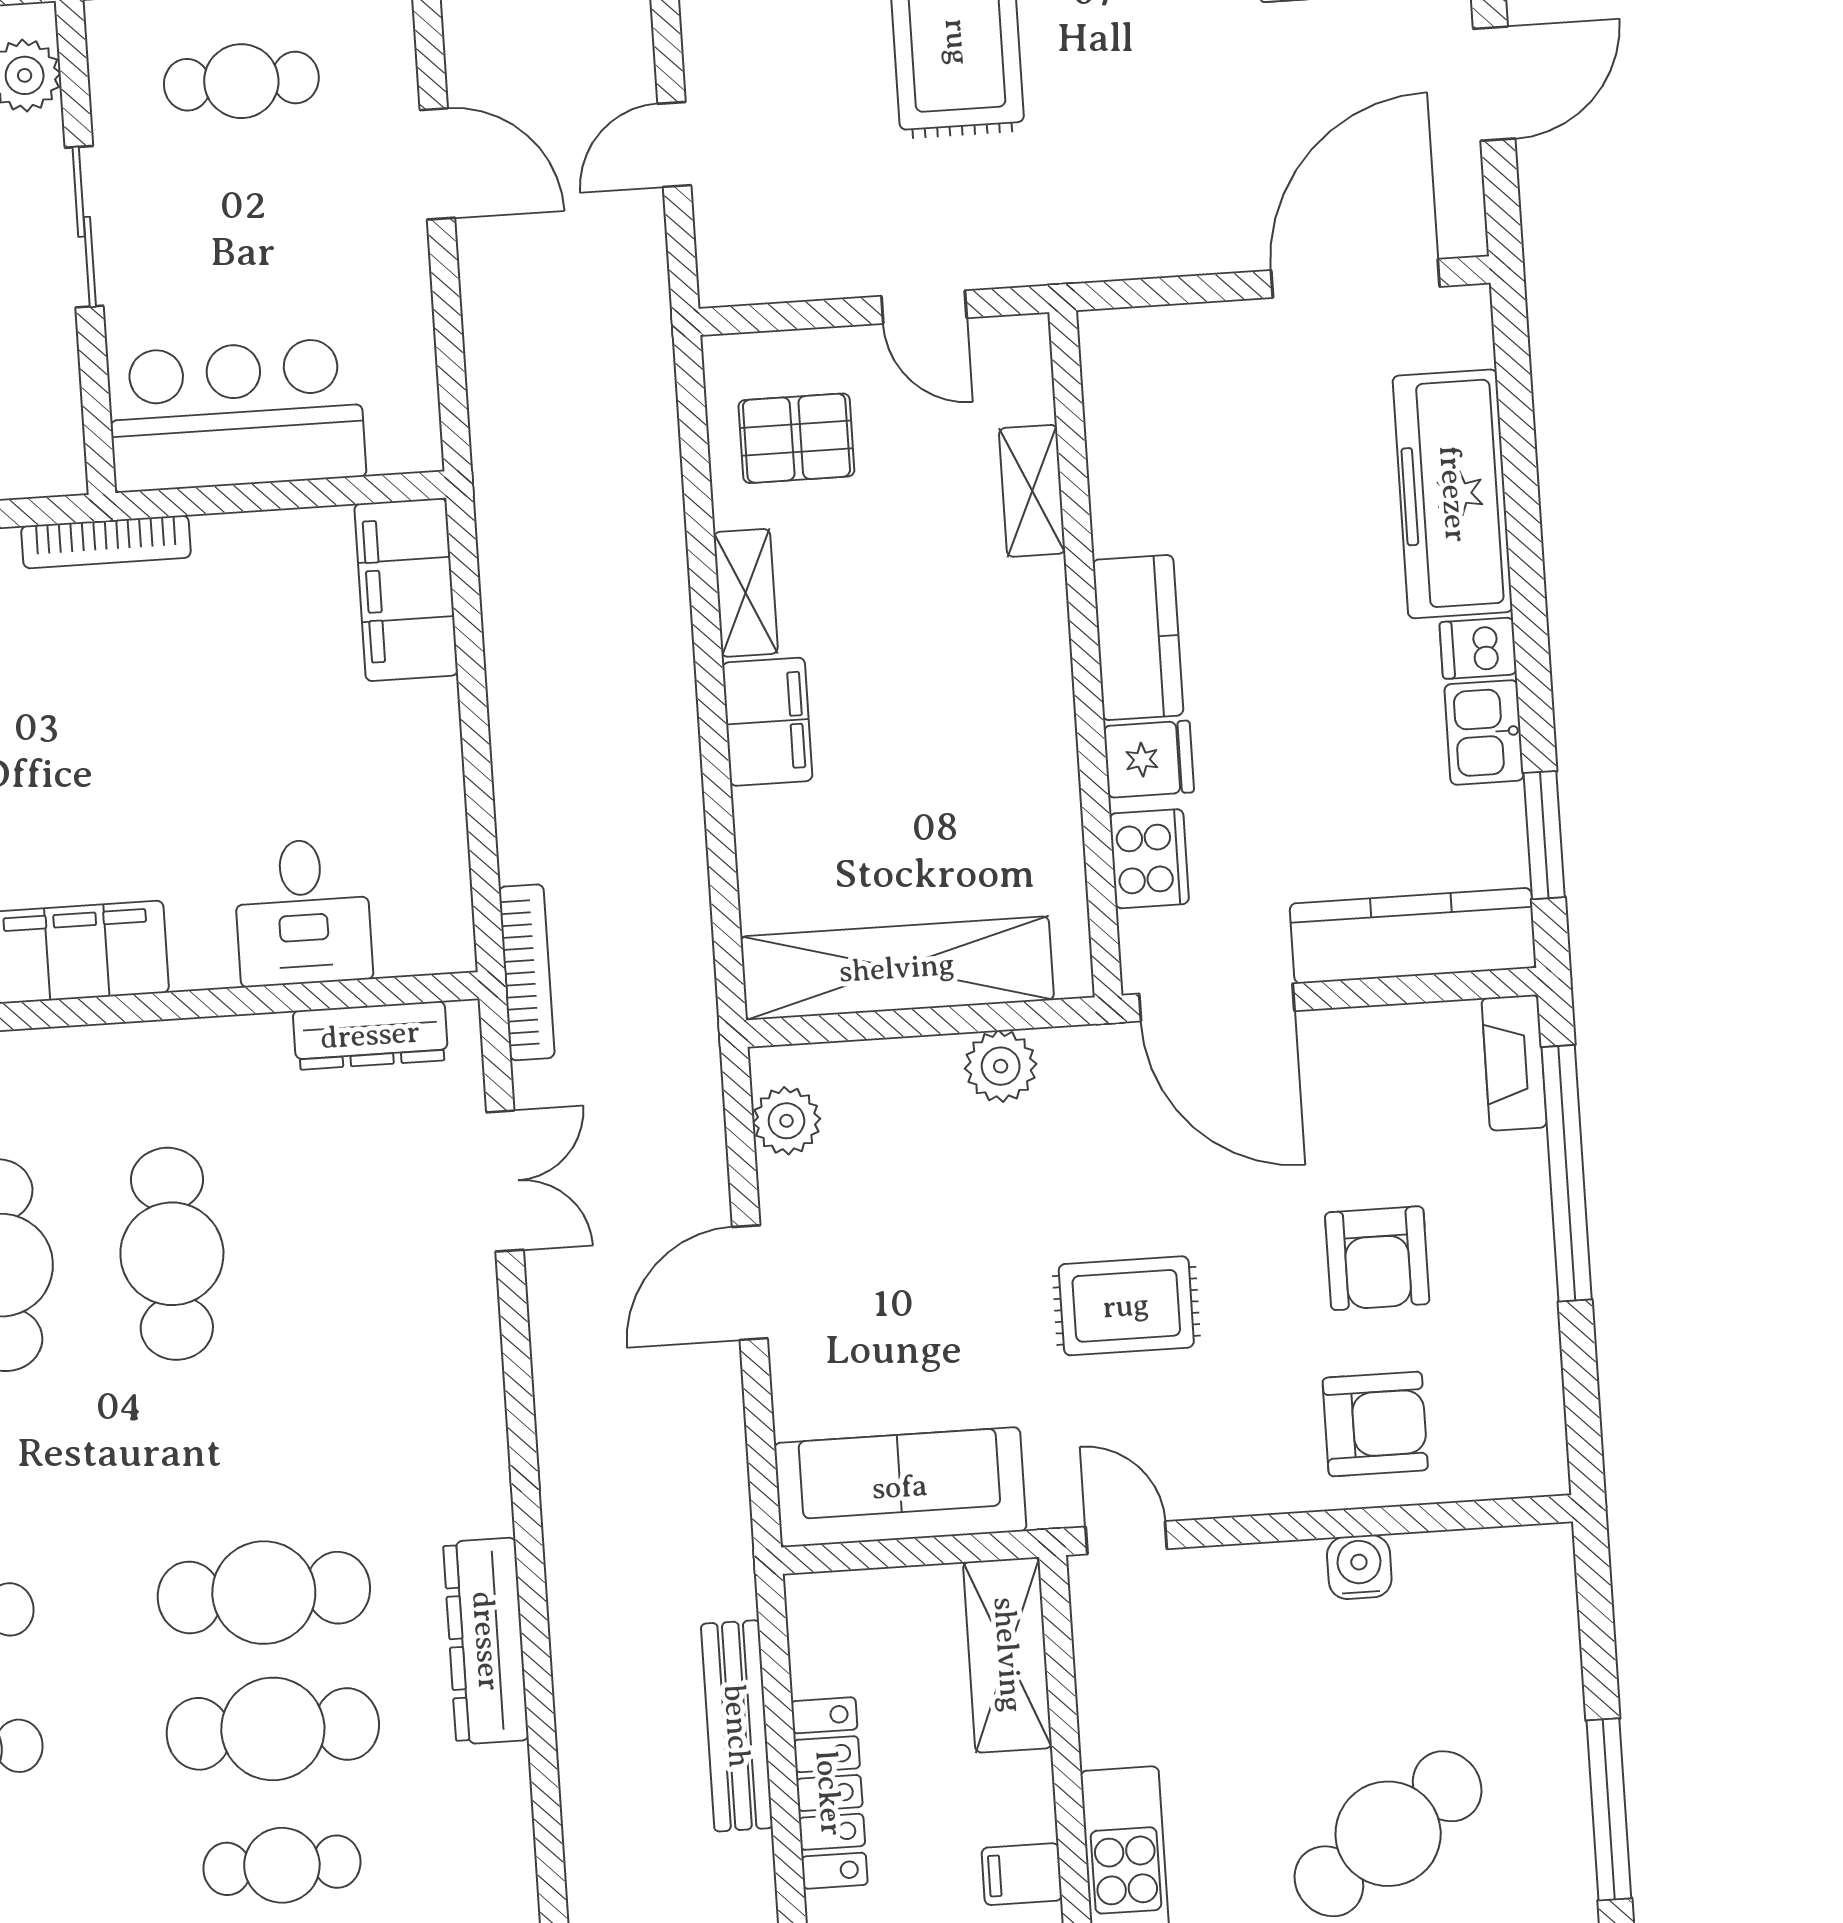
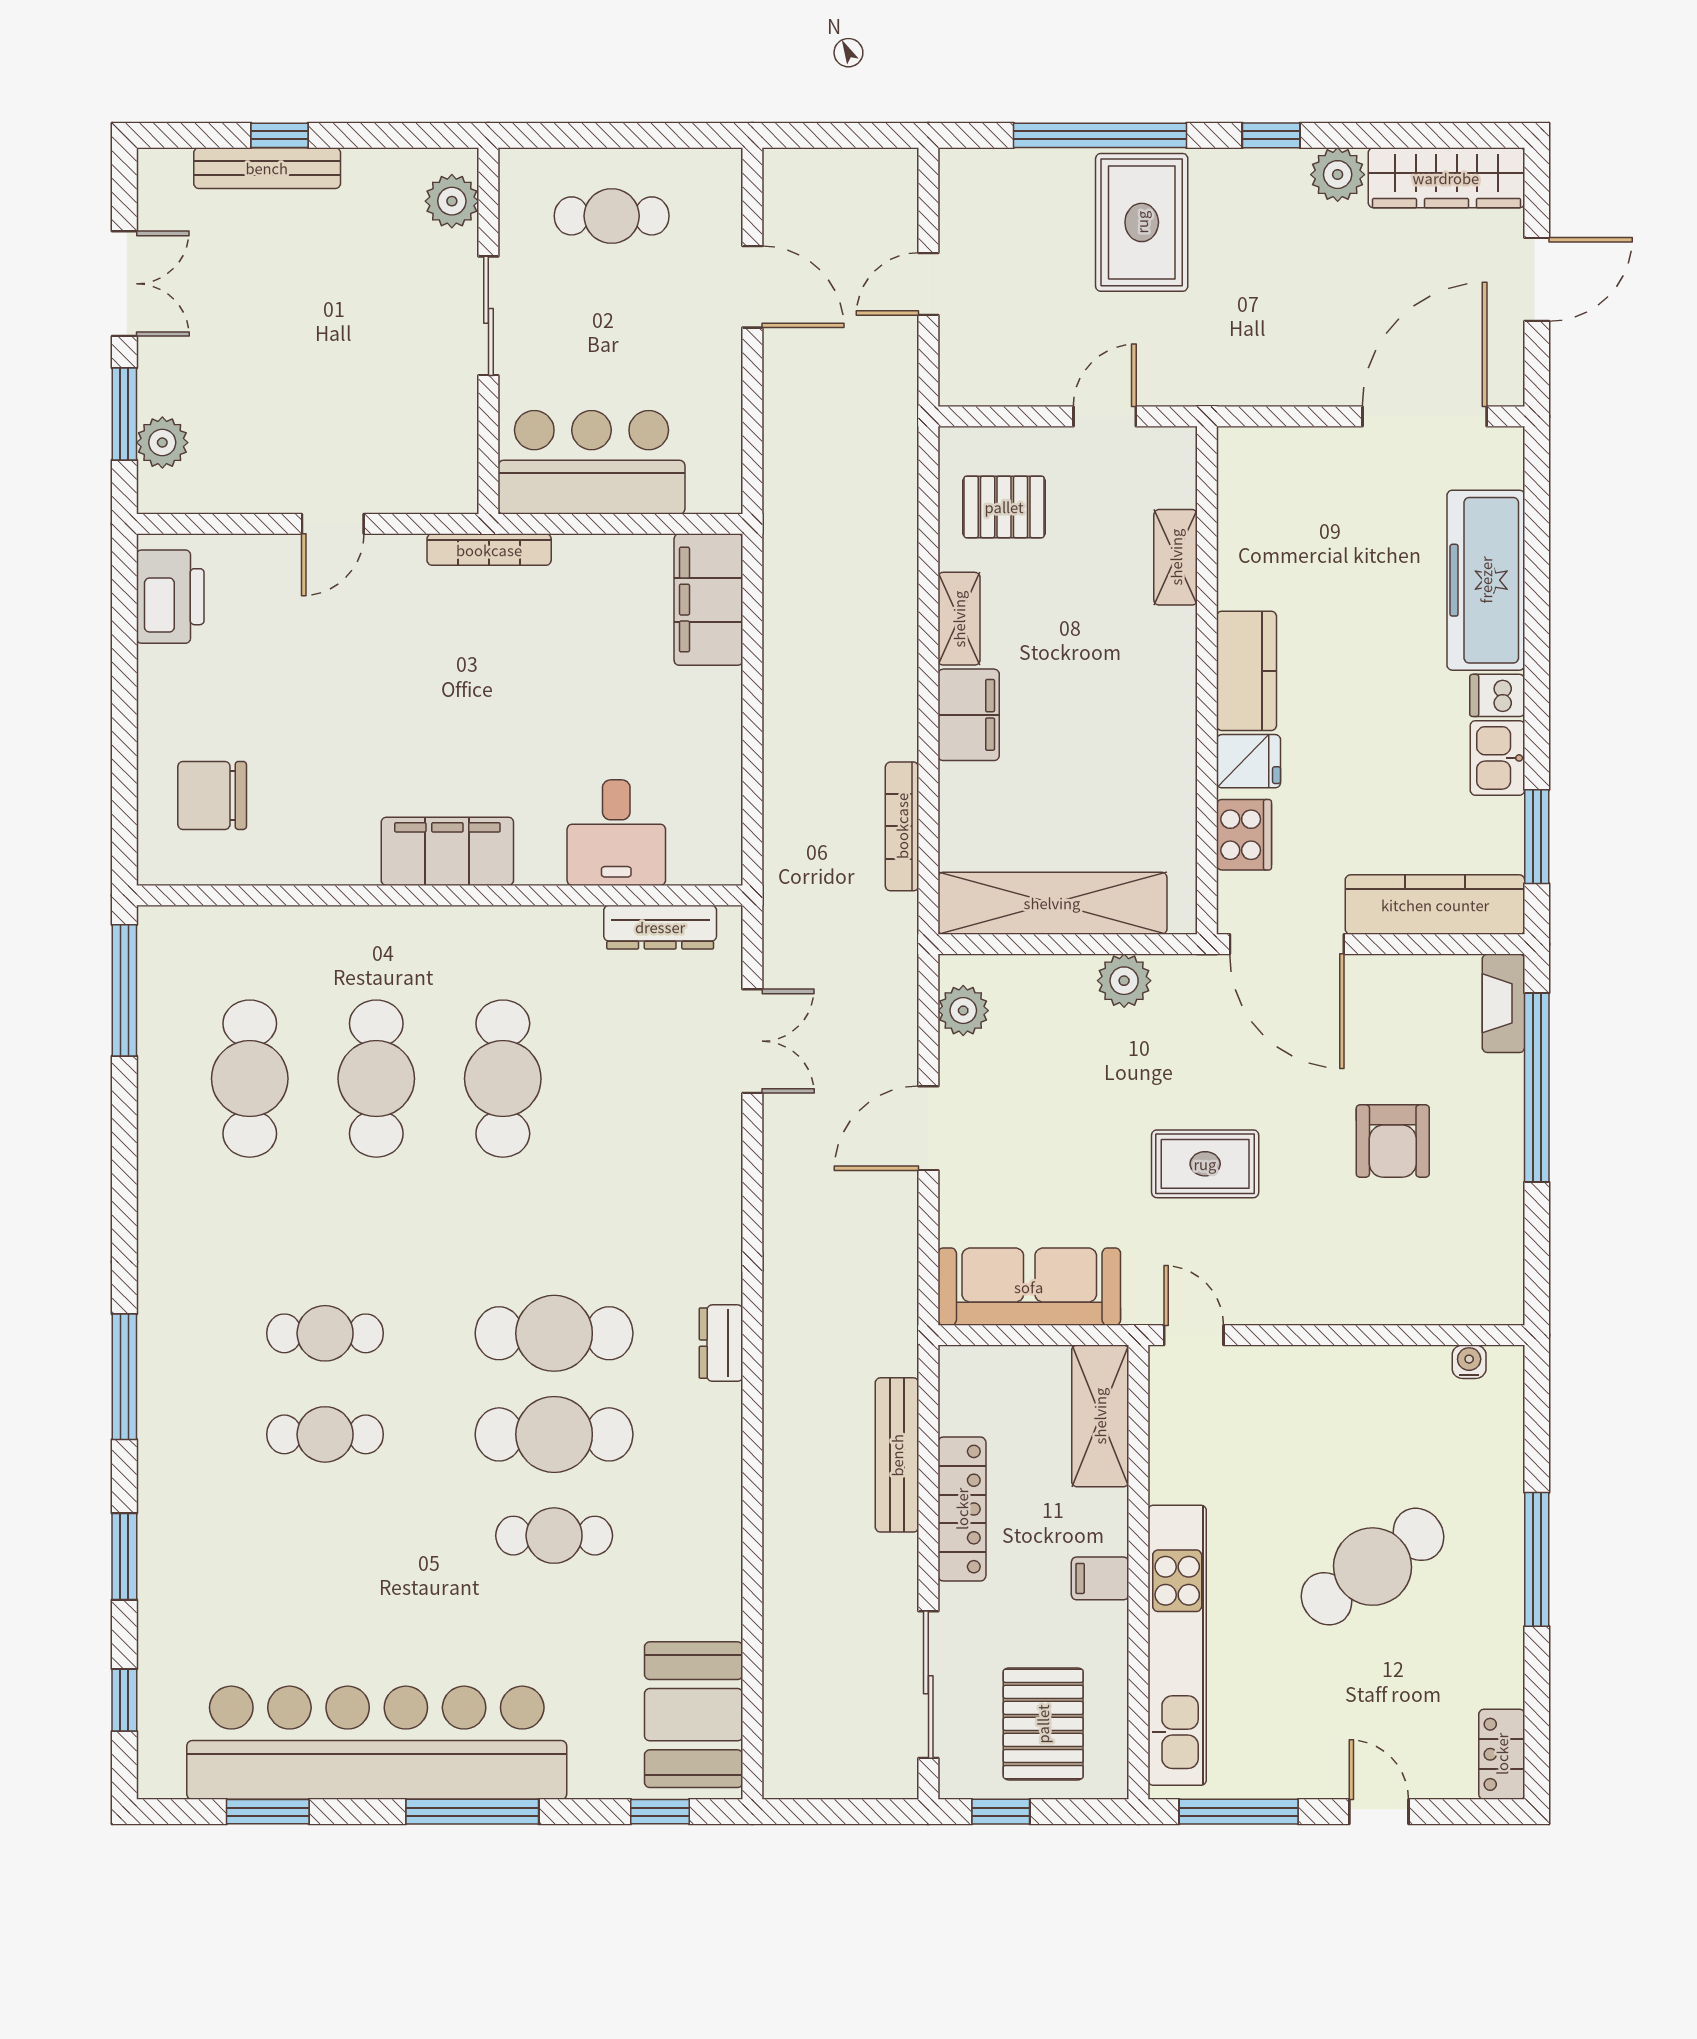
door: (924, 307) -> (1105, 416), swing flipped
bookcase: (527, 972) -> (902, 826), moved, turned 180
armchair: (1375, 1424) -> (1383, 1263), removed
water cooler: (1359, 1567) -> (1469, 1362), moved, width x0.72, depth x0.72
dresser: (486, 1641) -> (721, 1343), width x0.51, depth x0.80

